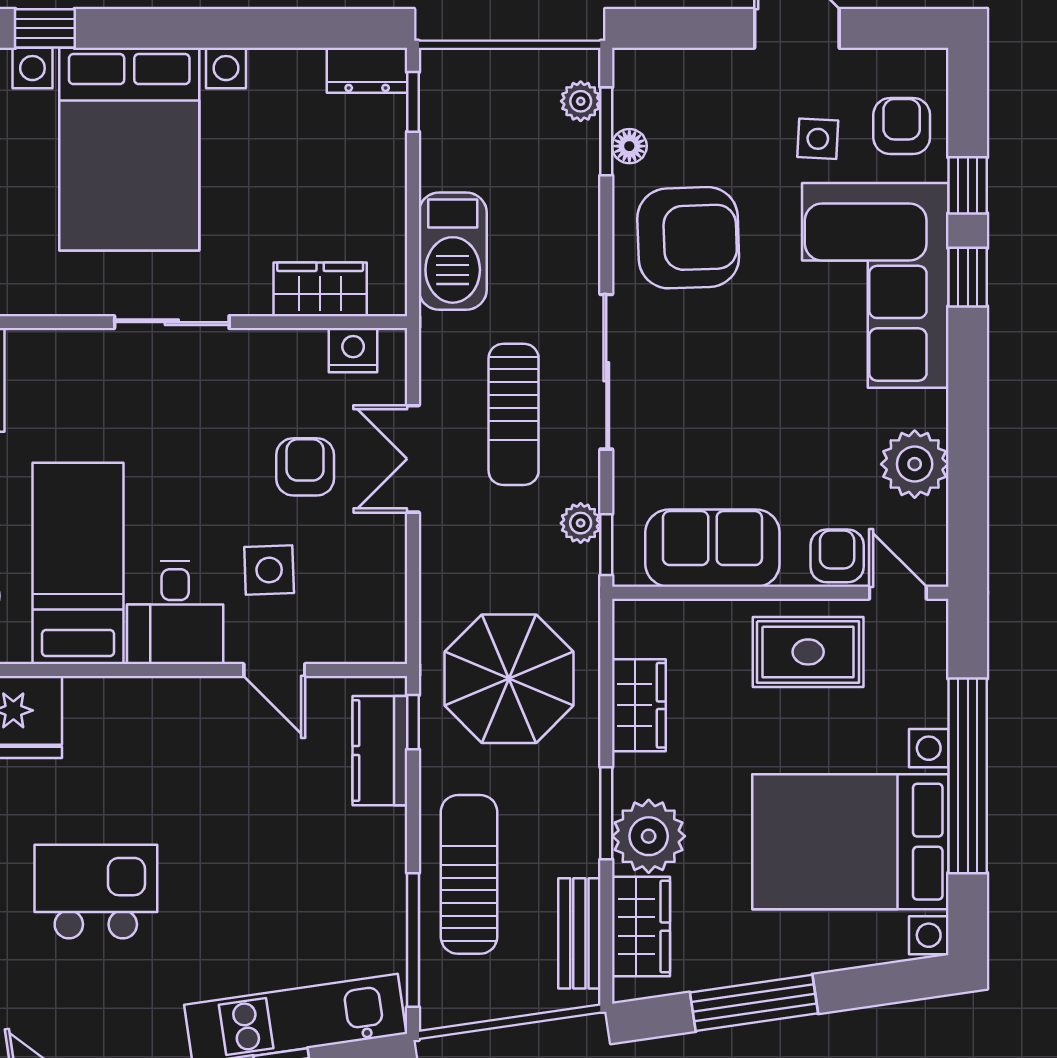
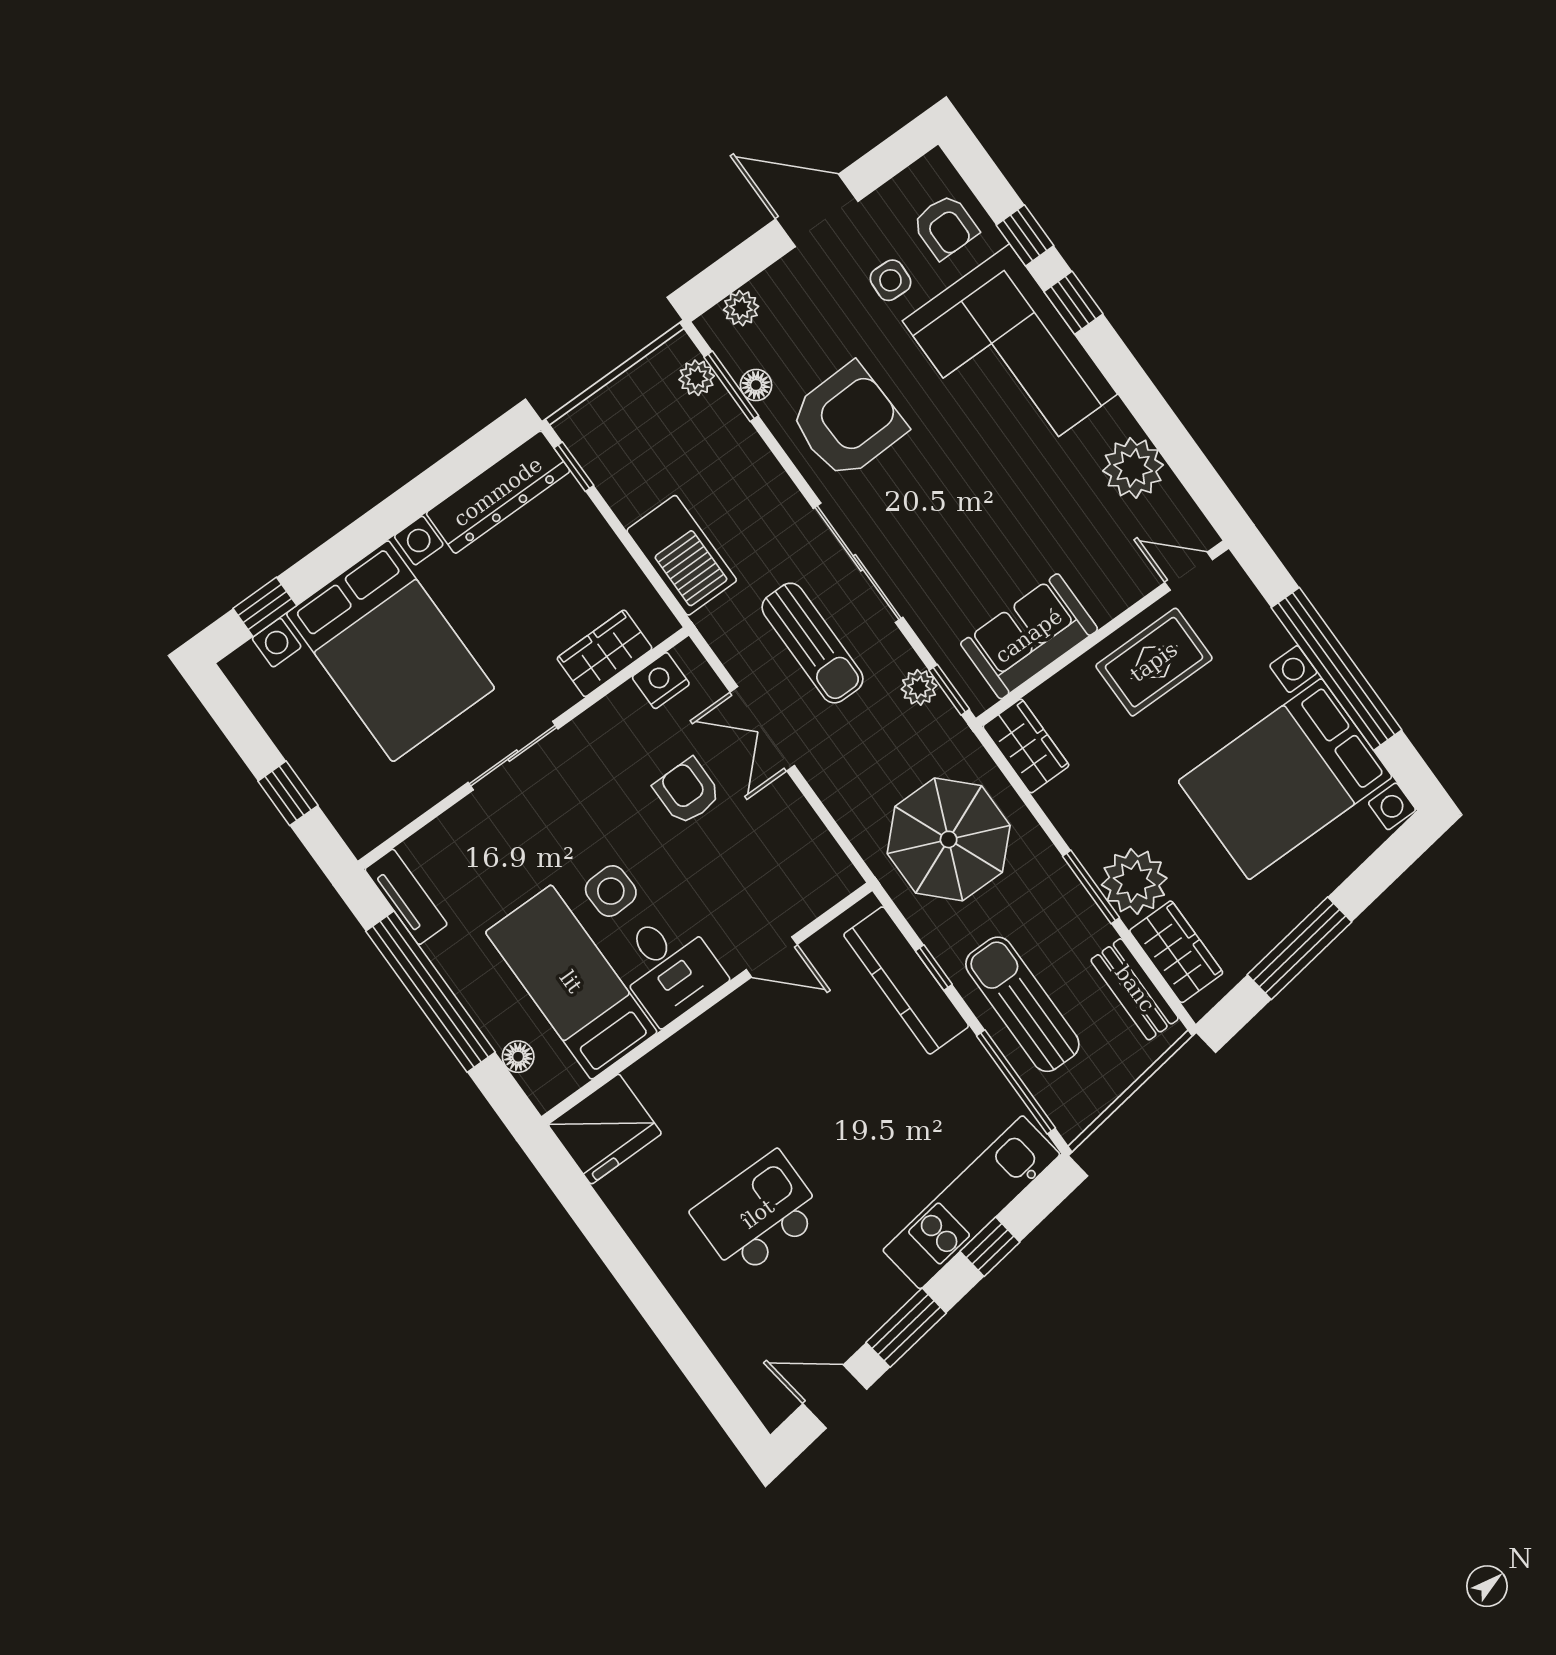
plant: (666, 67) -> (741, 308), added
dresser: (367, 70) -> (498, 492), width x1.96, depth x1.24
armchair: (902, 126) -> (945, 227), turned 180
armchair: (837, 556) -> (1125, 576), removed
side table: (269, 570) -> (611, 891), moved
wardrobe: (639, 705) -> (1026, 746), moved
window: (413, 722) -> (934, 968), moved
kitchen counter: (380, 751) -> (906, 980), width x1.50

